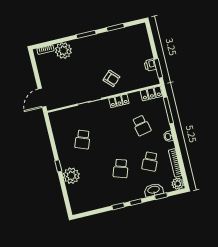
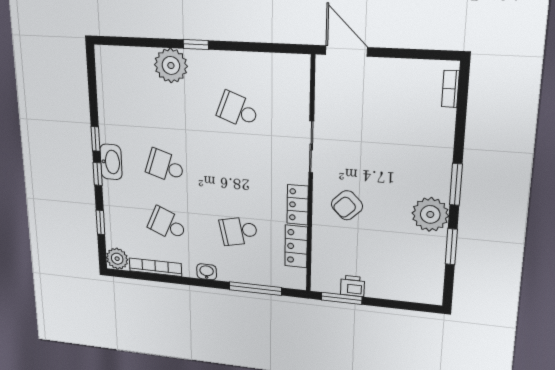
plant: (63, 51) -> (430, 214), moved
locker: (151, 94) -> (296, 246), moved
washbasin: (154, 190) -> (111, 162), moved

